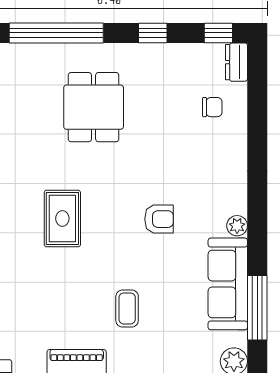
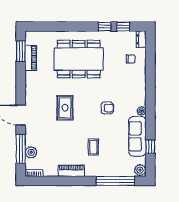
window: (56, 33) -> (62, 27), removed
window: (218, 33) -> (123, 27), moved
dining table: (94, 107) -> (79, 59), width x1.88, depth x1.24
window: (257, 308) -> (150, 147), width x0.46

